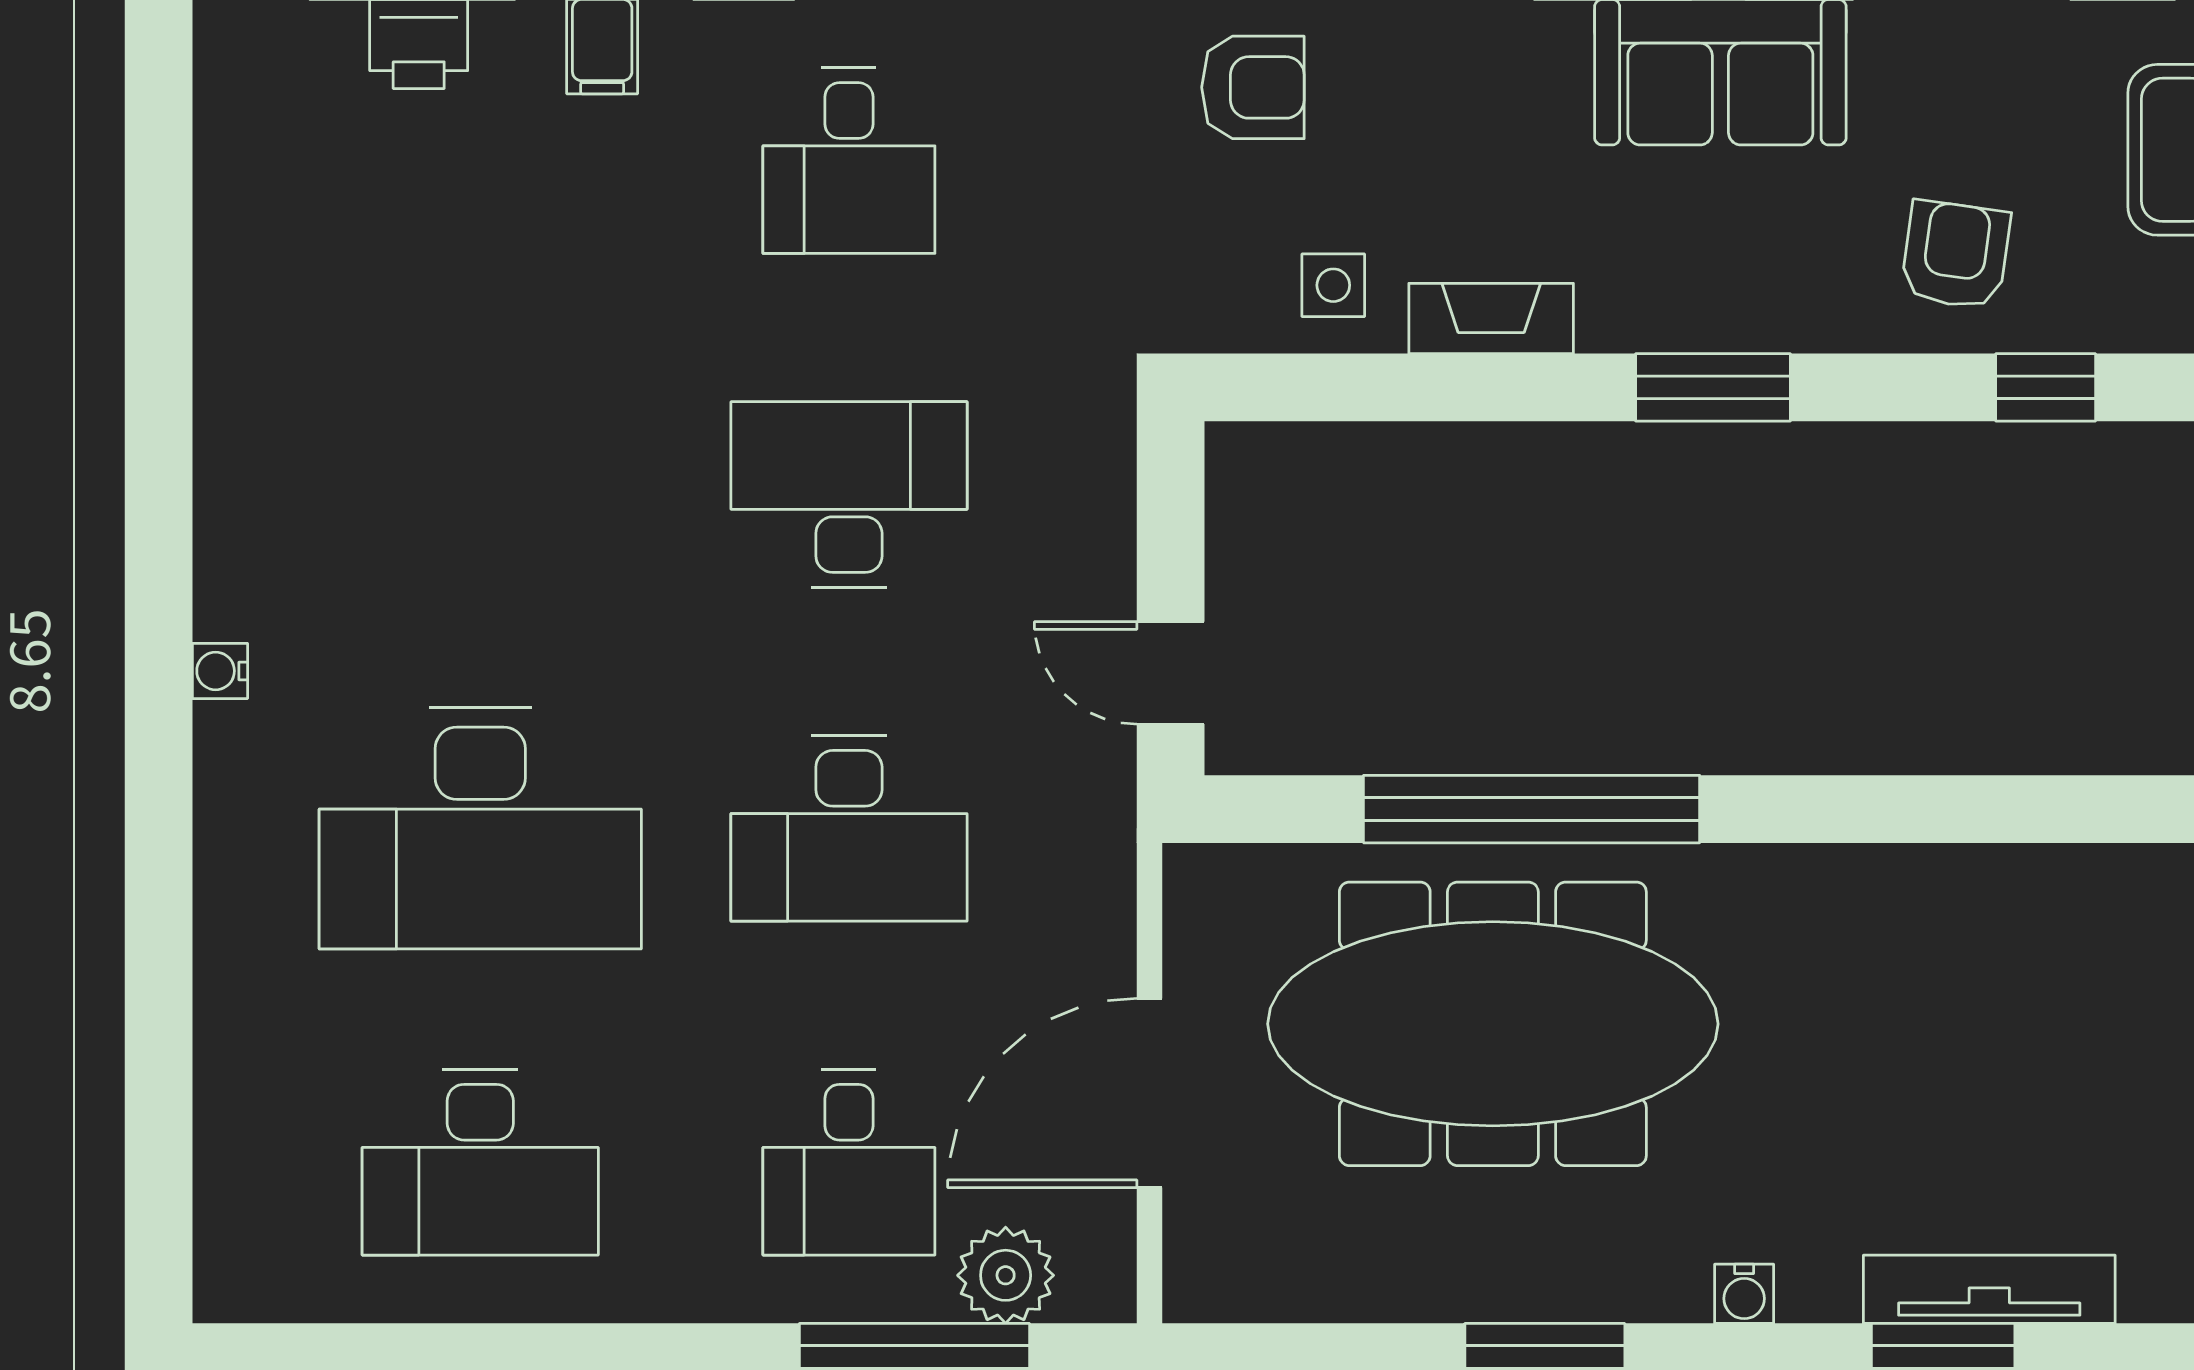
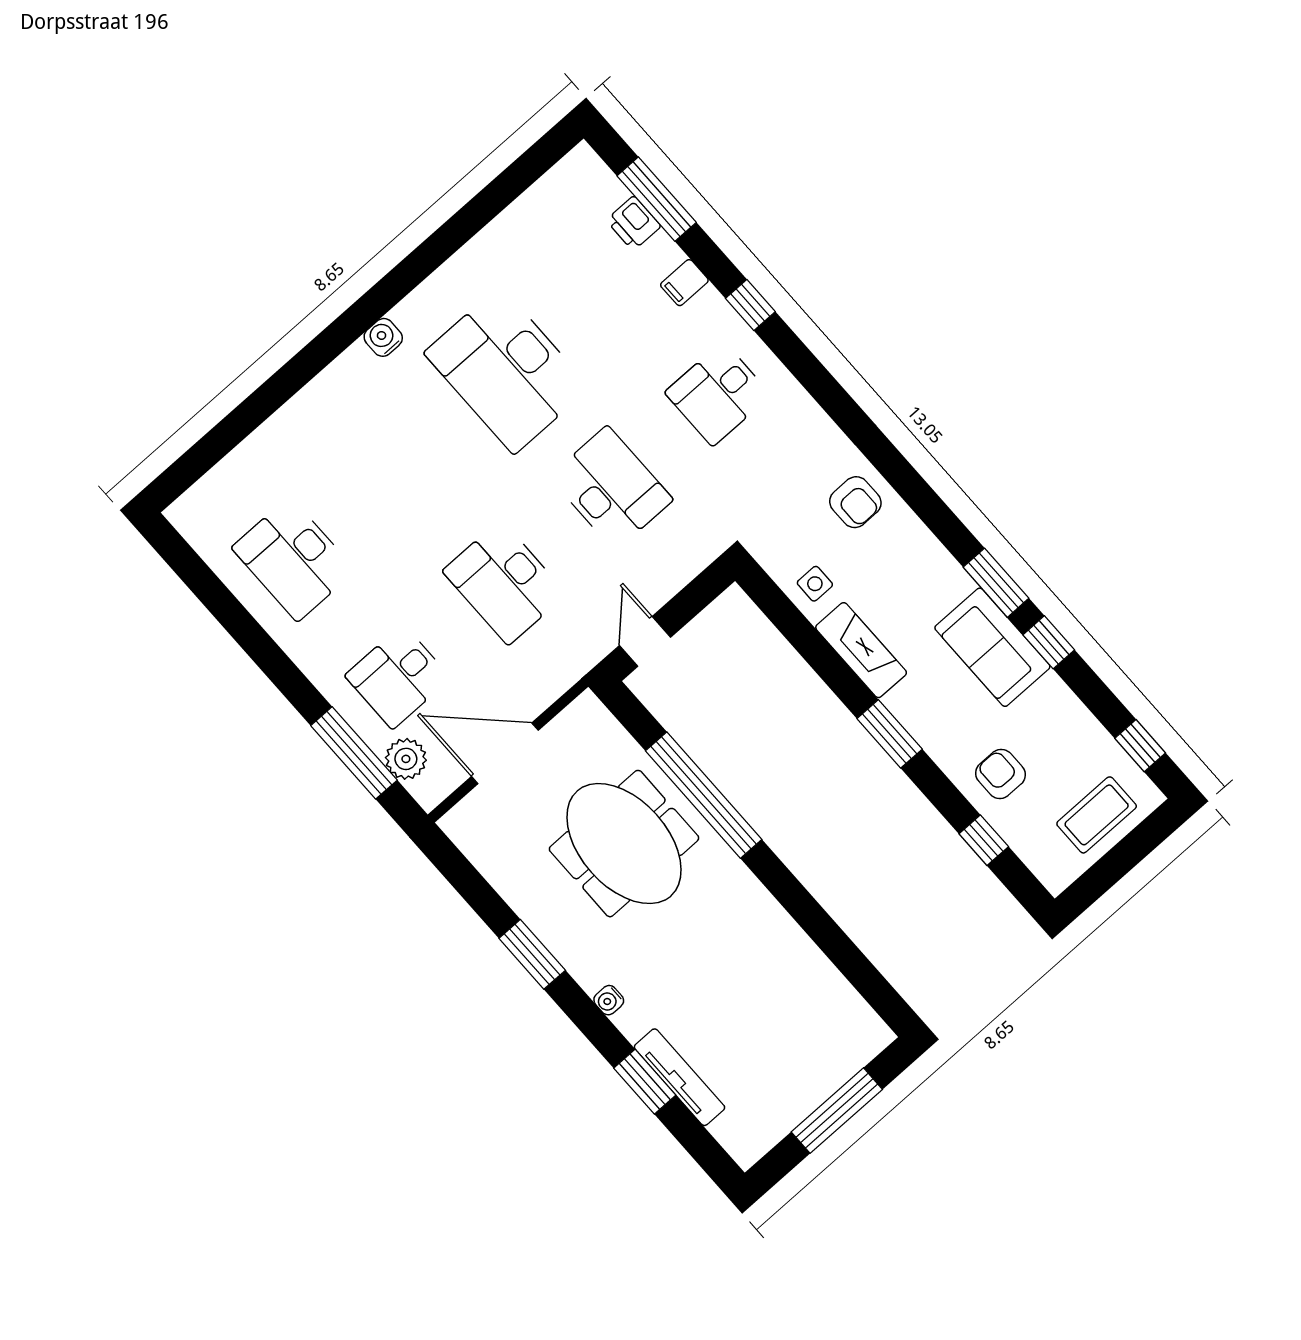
armchair: (1956, 255) -> (1001, 774), turned -98
fireplace: (1491, 318) -> (861, 650), width x1.37, depth x1.32
water cooler: (220, 671) -> (383, 337), width x1.38, depth x1.38
desk: (480, 828) -> (507, 370), moved
meeting table: (1493, 1024) -> (624, 844), width x0.73

